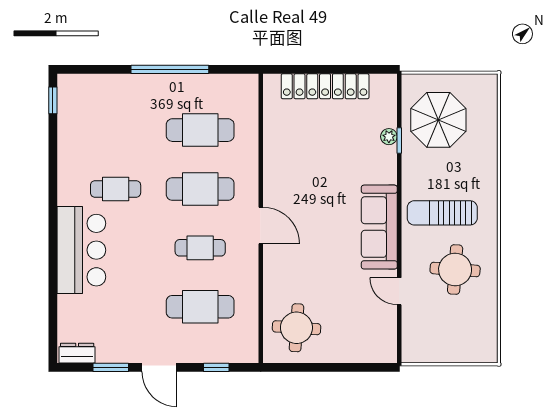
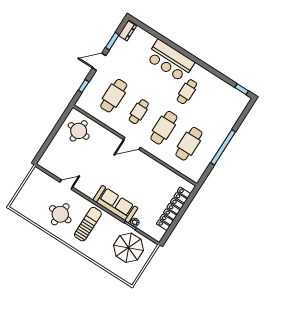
sofa: (379, 227) -> (115, 204), moved

